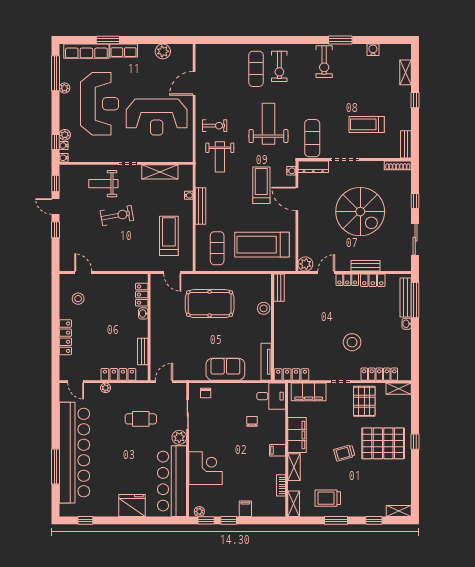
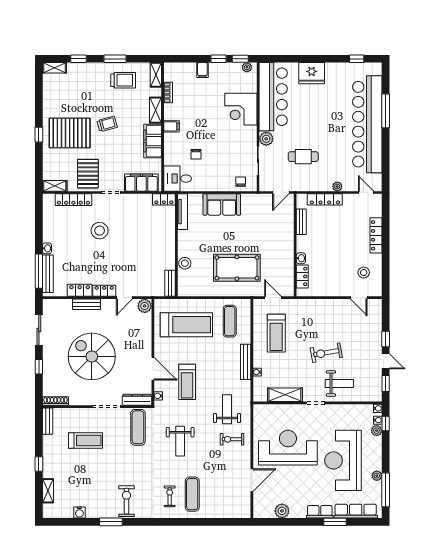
exercise bike: (279, 66) -> (170, 496), width x0.73, depth x0.72
weight bench: (269, 124) -> (180, 441), width x0.73, depth x0.75
locker: (292, 375) -> (164, 199), width x0.66

